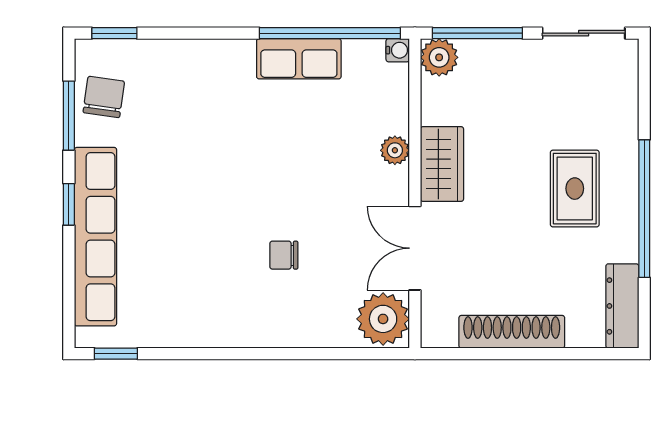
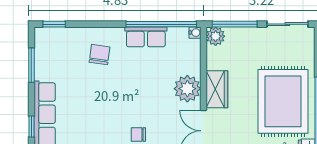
chair: (104, 97) -> (100, 55), moved
plant: (395, 150) -> (187, 89), width x1.88, depth x1.88
rug: (575, 189) -> (283, 101), width x1.86, depth x2.06
window: (69, 204) -> (31, 126), moved

